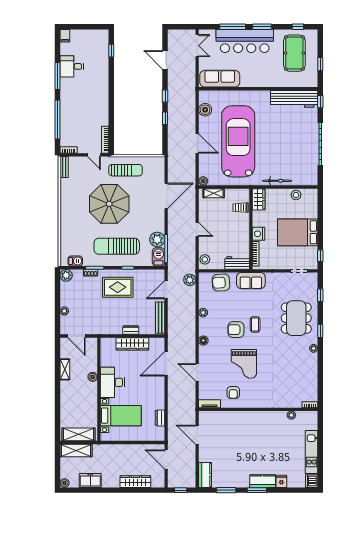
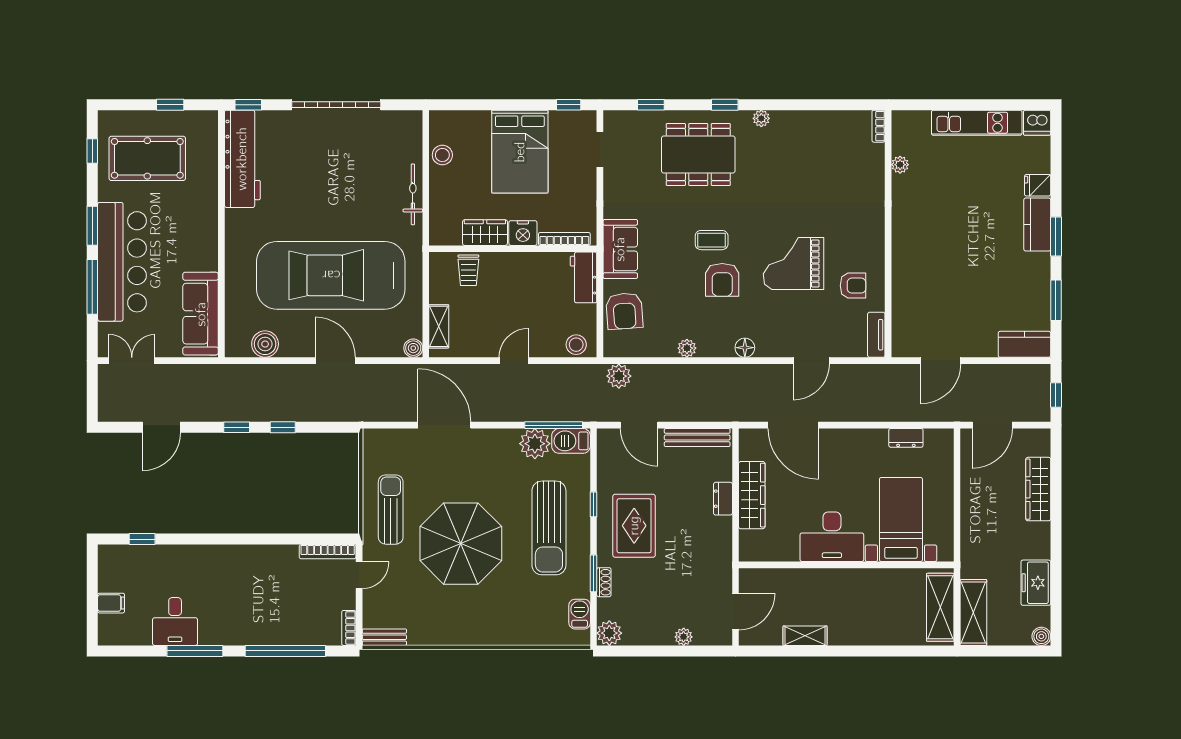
filing cabinet: (65, 36) -> (111, 603), moved
door: (197, 144) -> (335, 361), hinge flipped
wardrobe: (259, 199) -> (485, 233), moved
grand piano: (244, 364) -> (794, 263), turned 180
boiler: (93, 377) -> (820, 578), removed

